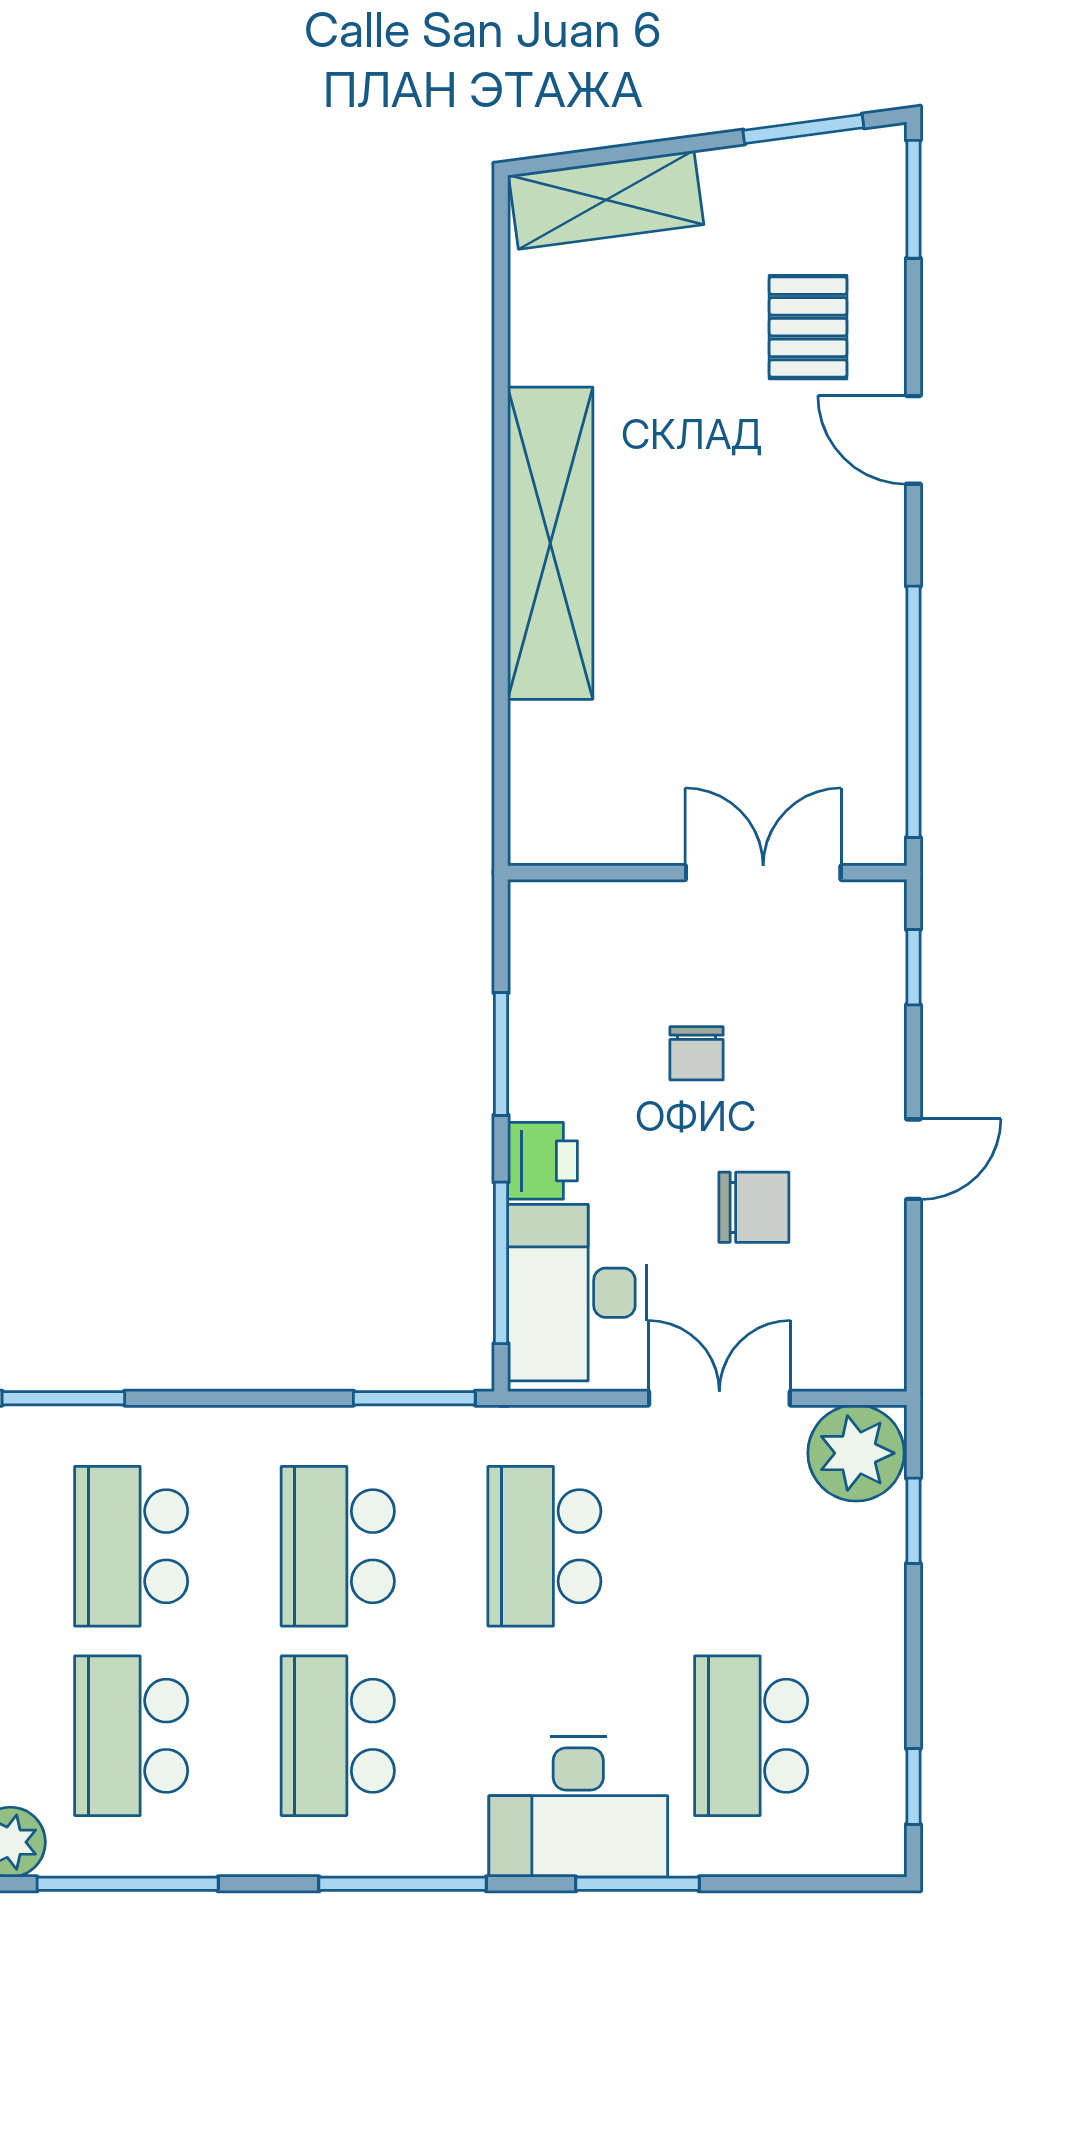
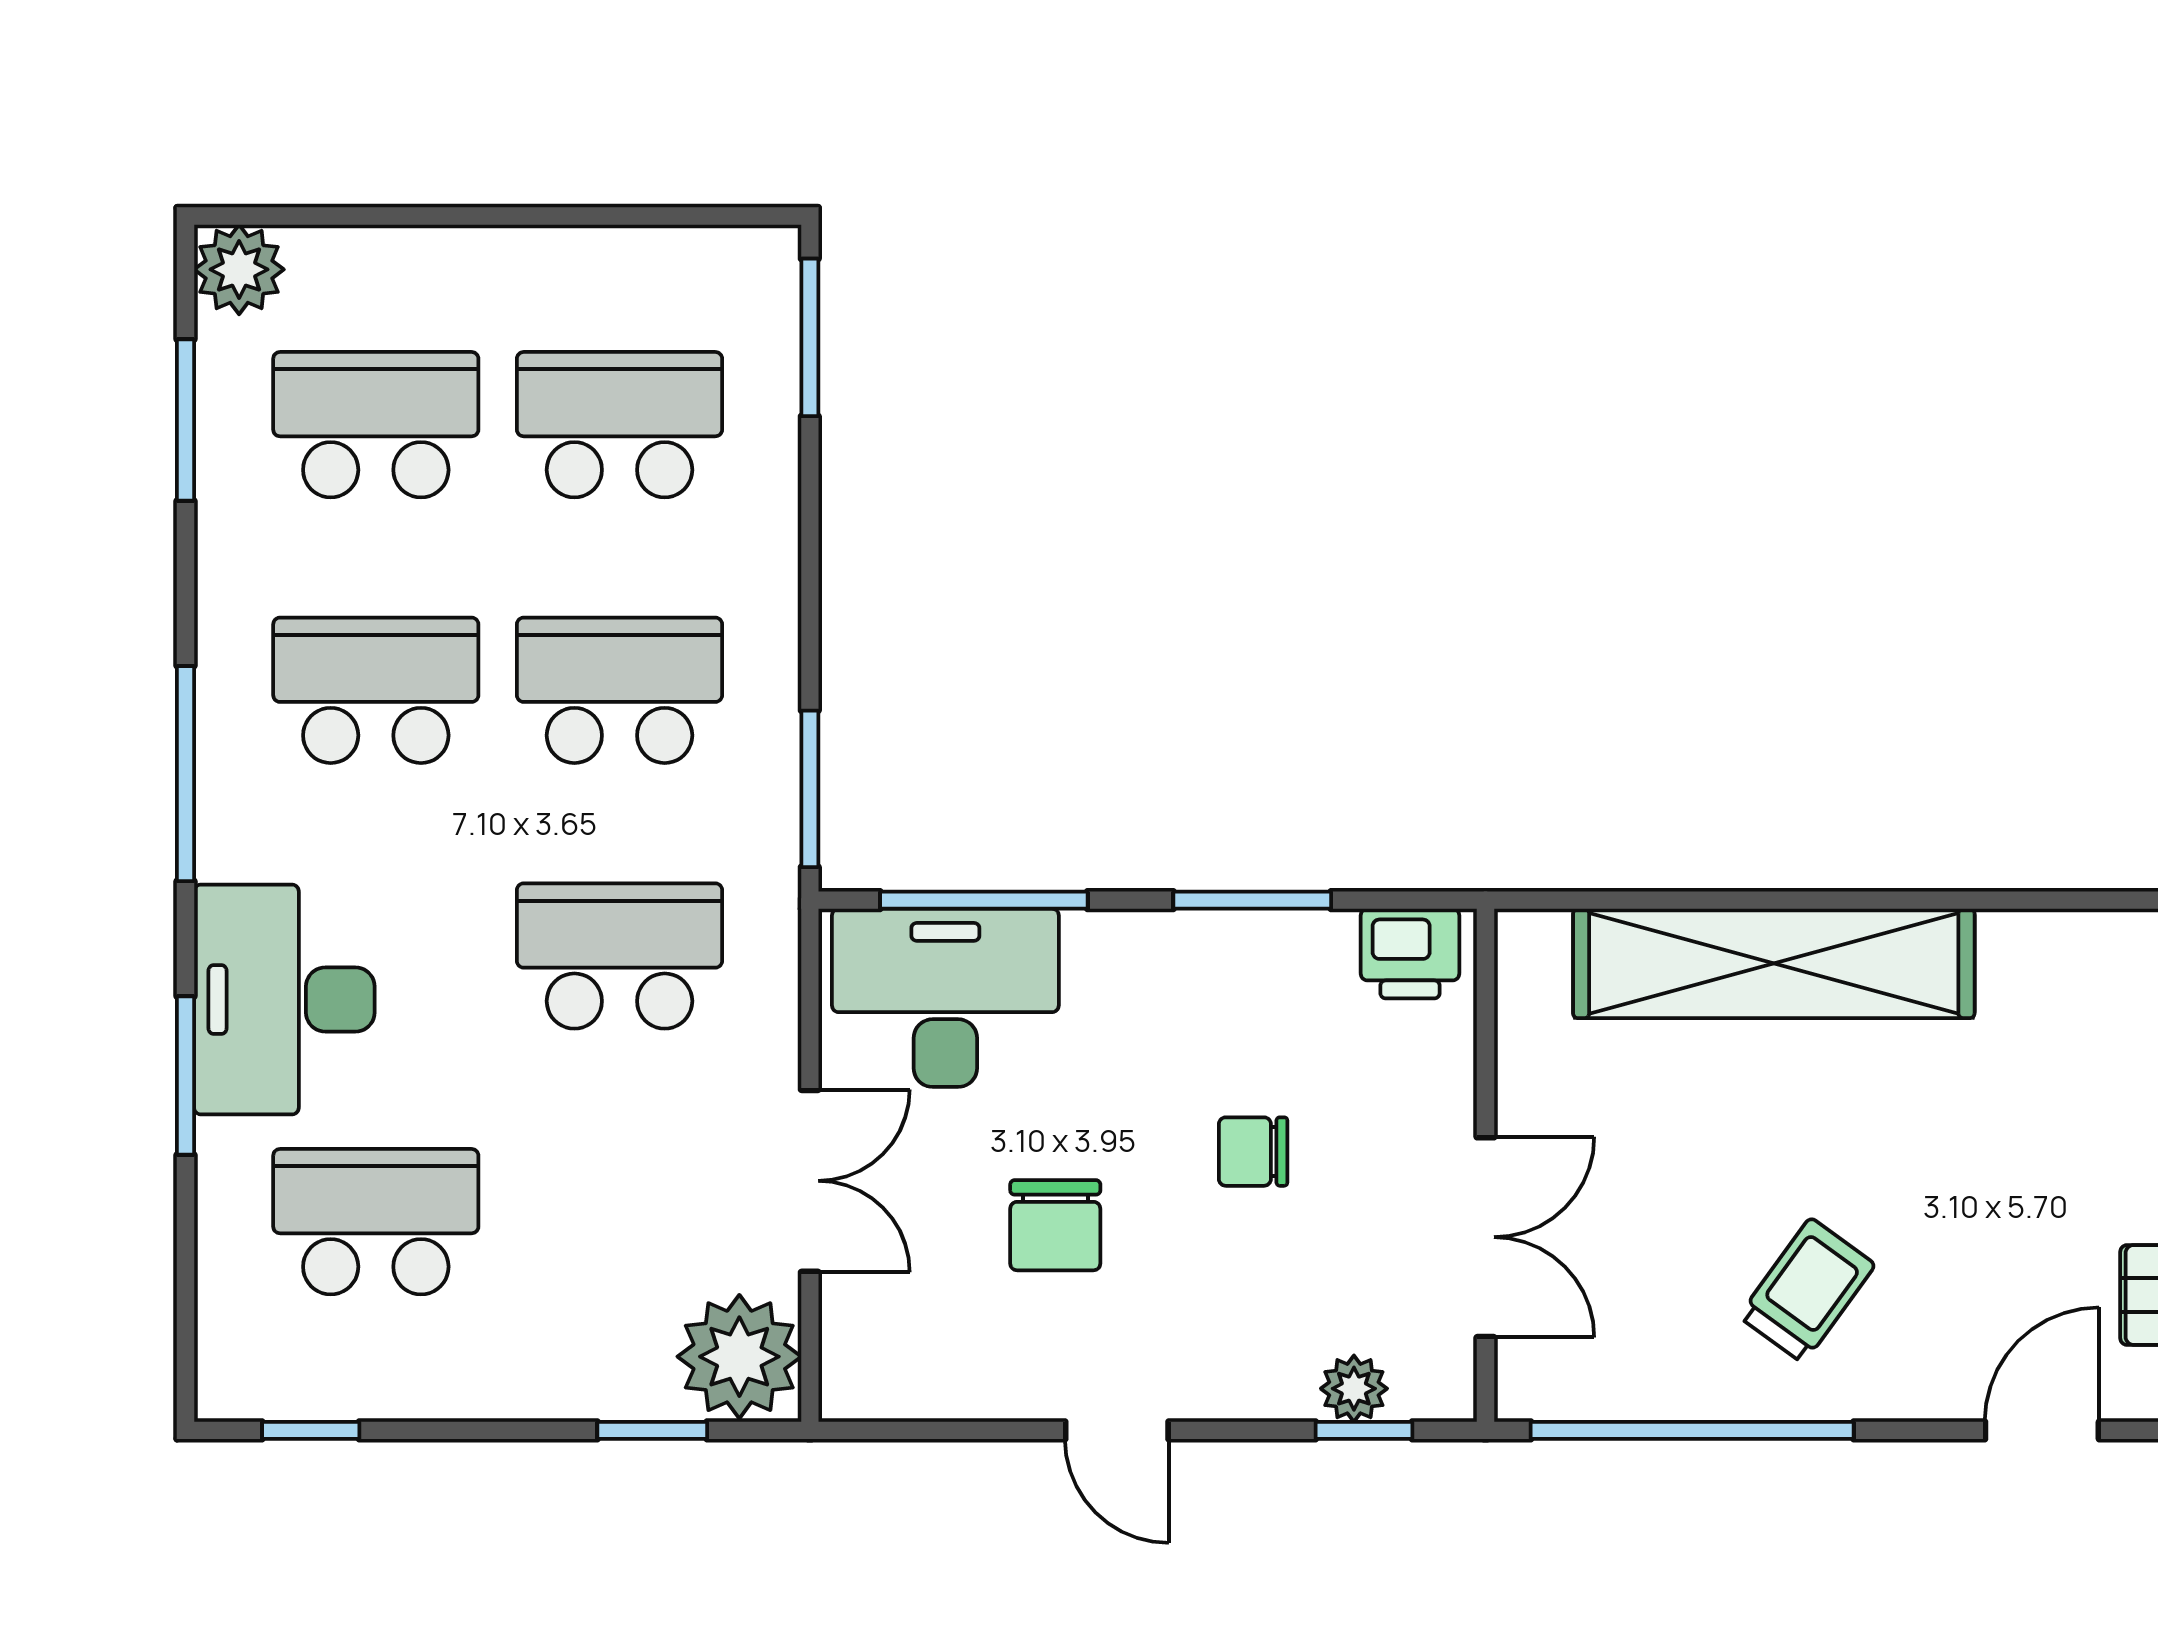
shelving: (550, 543) -> (1774, 963), moved
trolley: (805, 623) -> (1807, 1290), added
plant: (881, 975) -> (1354, 1389), added
printer: (543, 1161) -> (1410, 954), moved
window: (128, 1884) -> (185, 420), width x0.69

